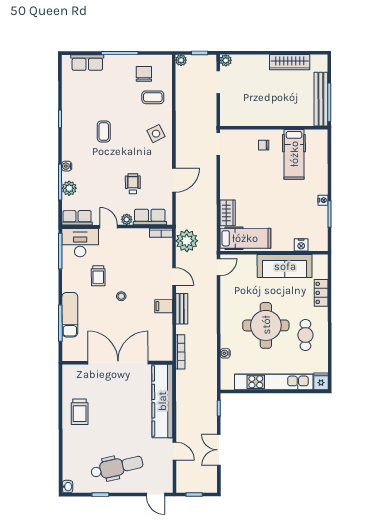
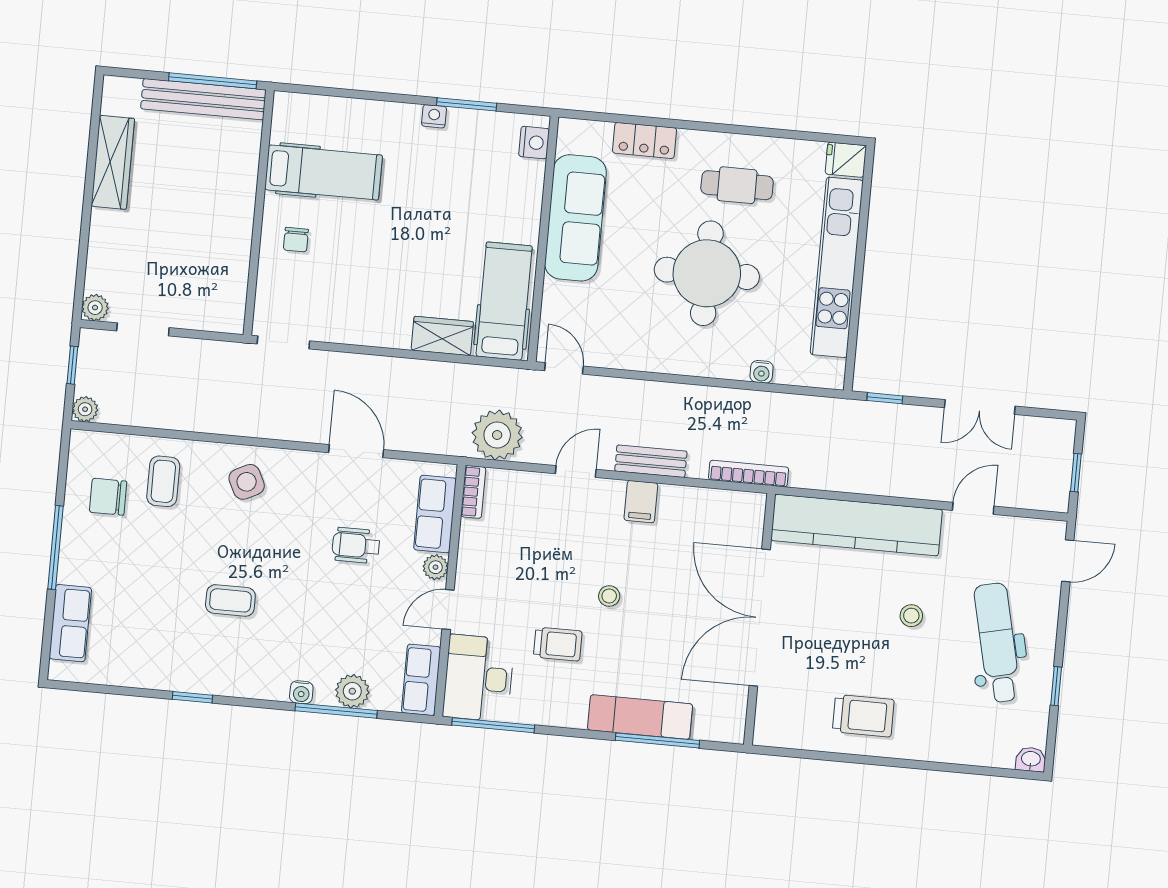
nightstand: (301, 245) -> (534, 143), moved
stool: (125, 429) -> (911, 616), added

